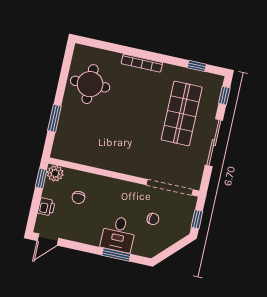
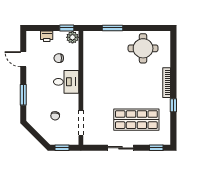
window: (197, 66) -> (173, 105), moved
sliding door: (214, 143) -> (120, 148), width x0.73
doorway: (170, 187) -> (81, 123), width x0.73
desk: (118, 234) -> (66, 82), moved, turned 180
door: (48, 240) -> (23, 59), moved

